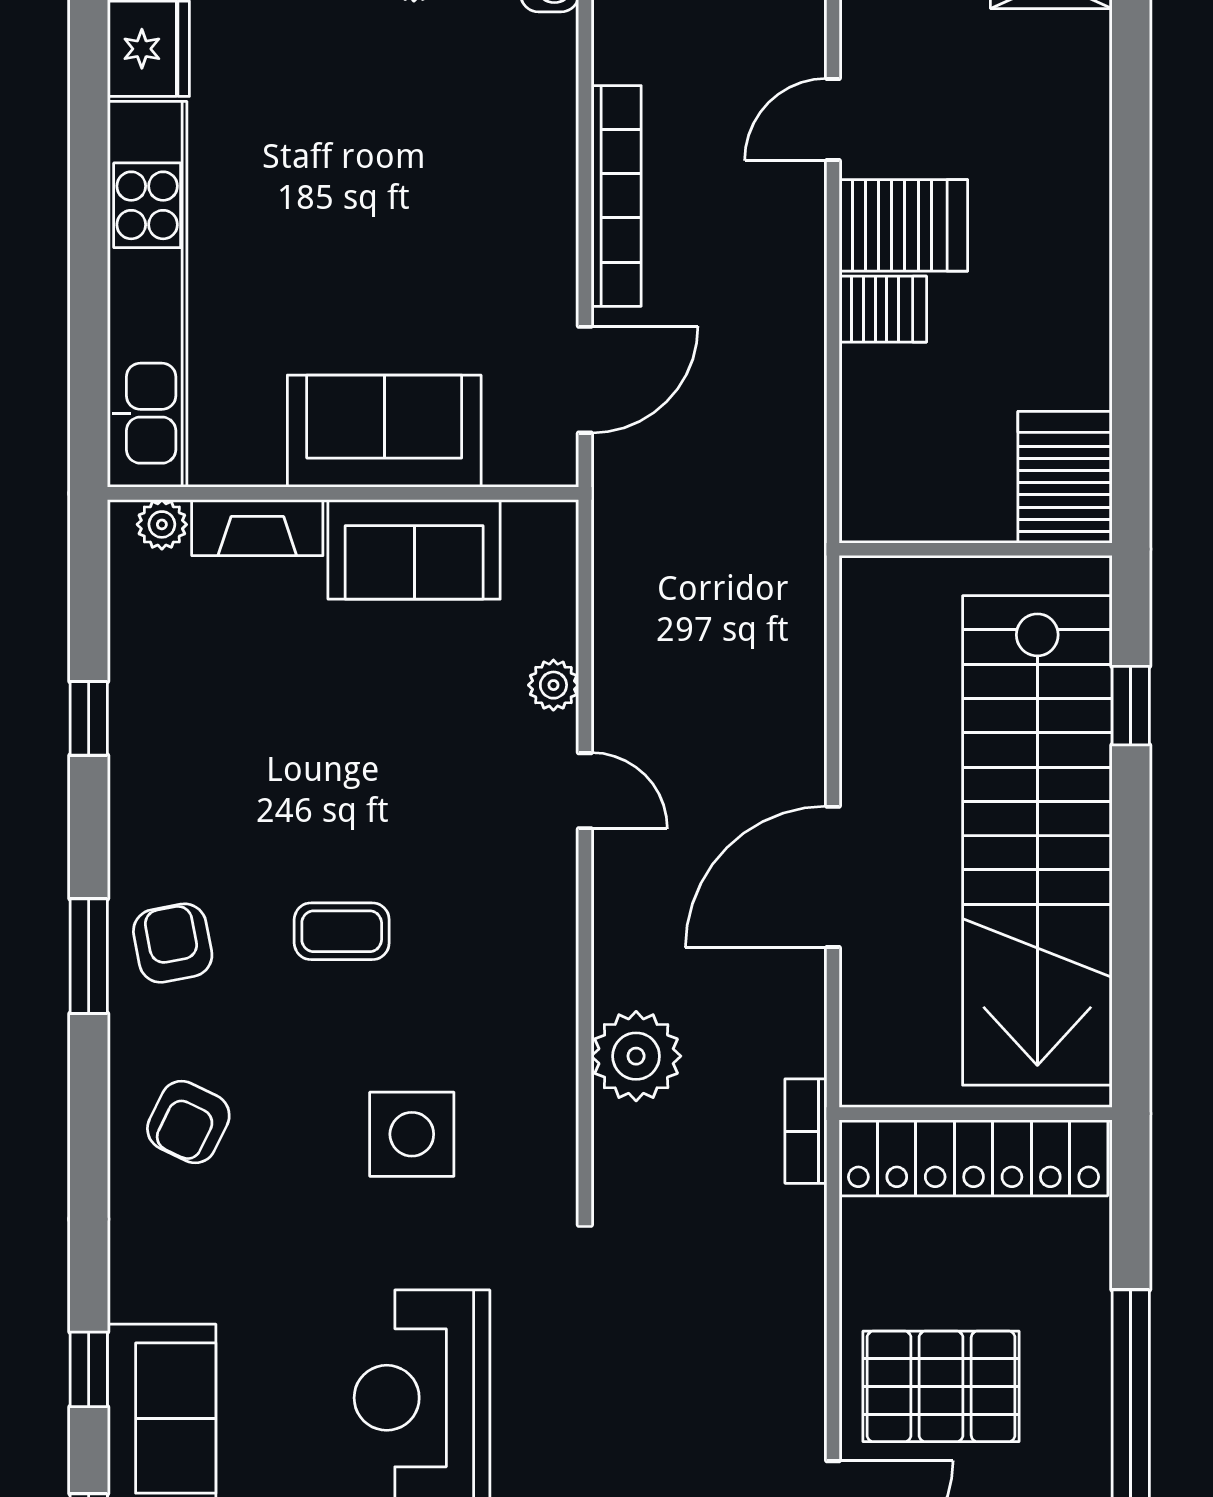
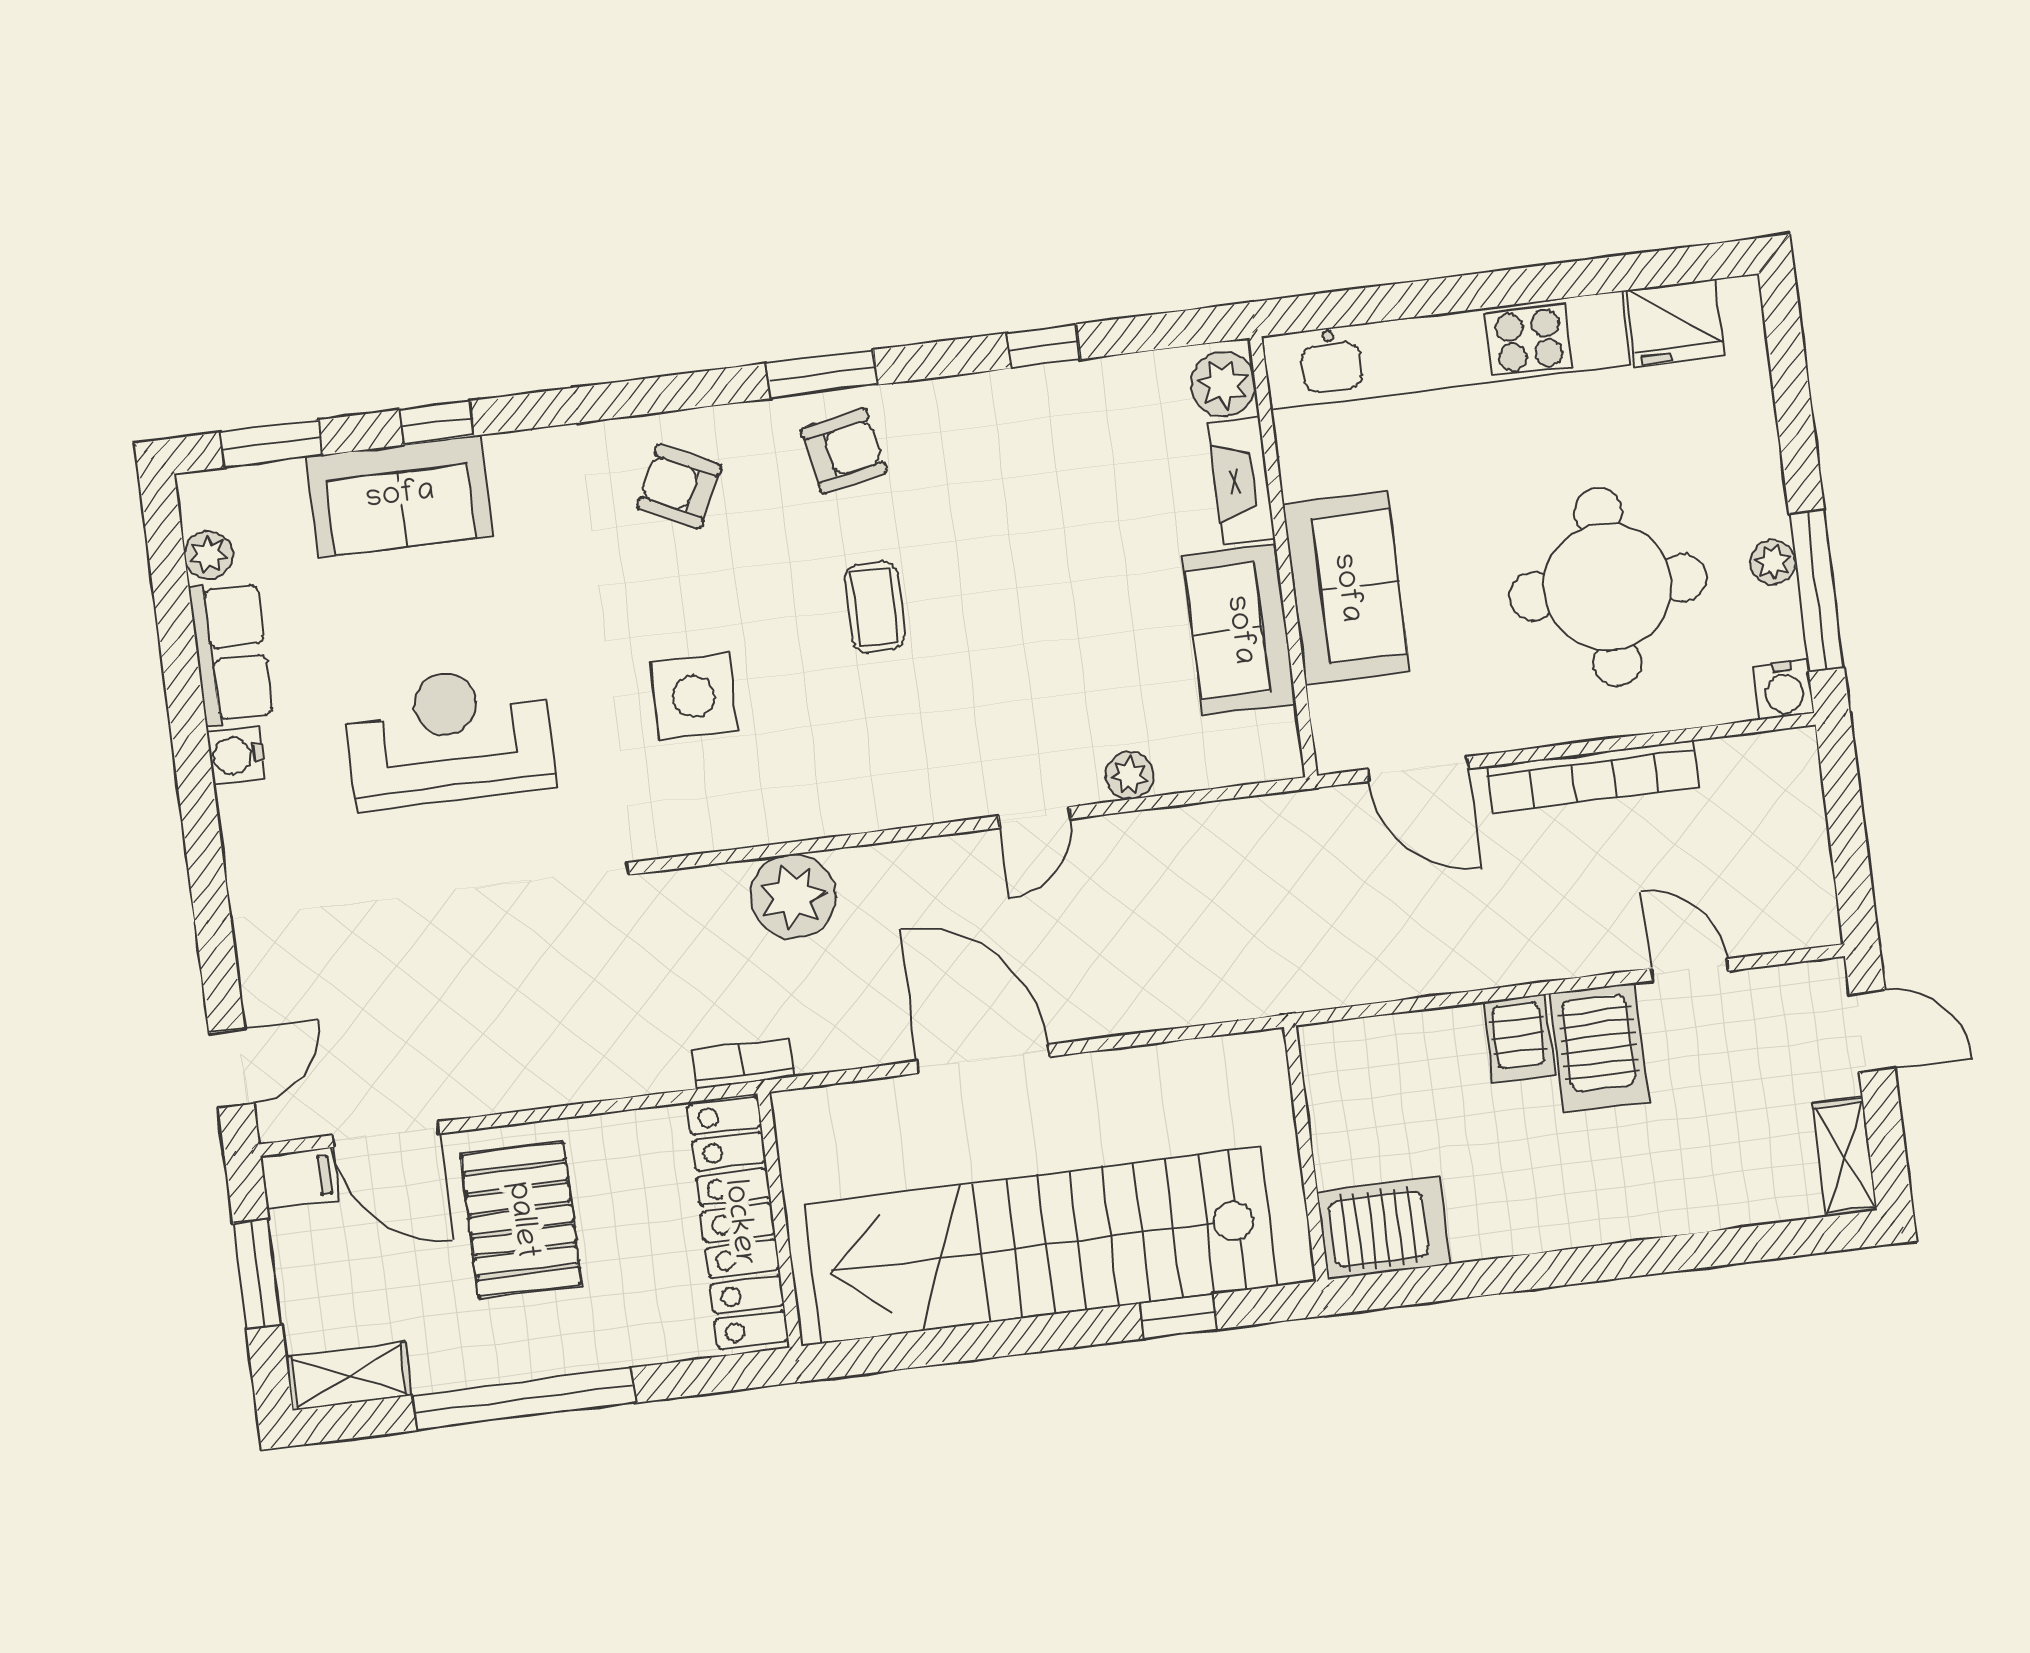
round table: (418, 155) -> (1608, 587), added
plant: (162, 524) -> (1223, 384), width x1.38, depth x1.38

